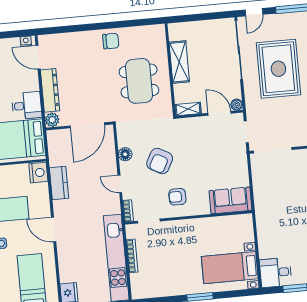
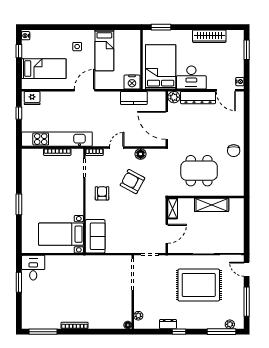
door: (38, 57) -> (226, 90), swing flipped
boiler: (237, 105) -> (173, 248), removed
desk: (27, 106) -> (191, 78), width x1.37
kitchen counter: (59, 183) -> (134, 98), moved
bed with nightstands: (230, 268) -> (61, 234), moved, turned -90

